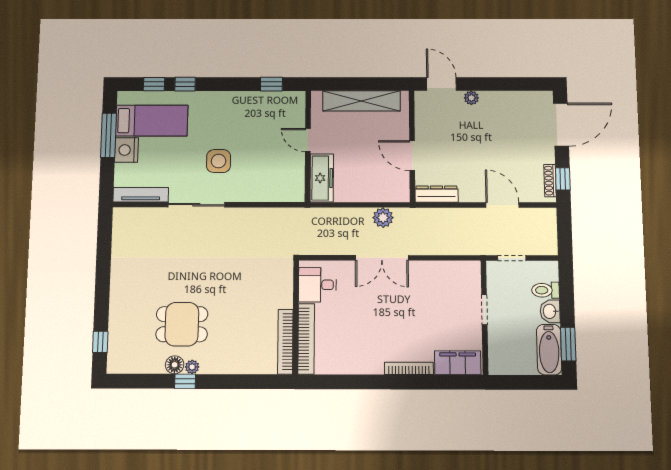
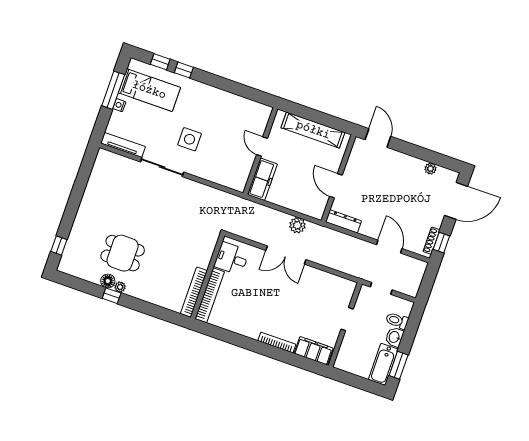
window: (271, 84) -> (249, 93), removed
plant: (471, 98) -> (430, 169), moved
nightstand: (126, 150) -> (119, 105), width x0.53, depth x0.56

